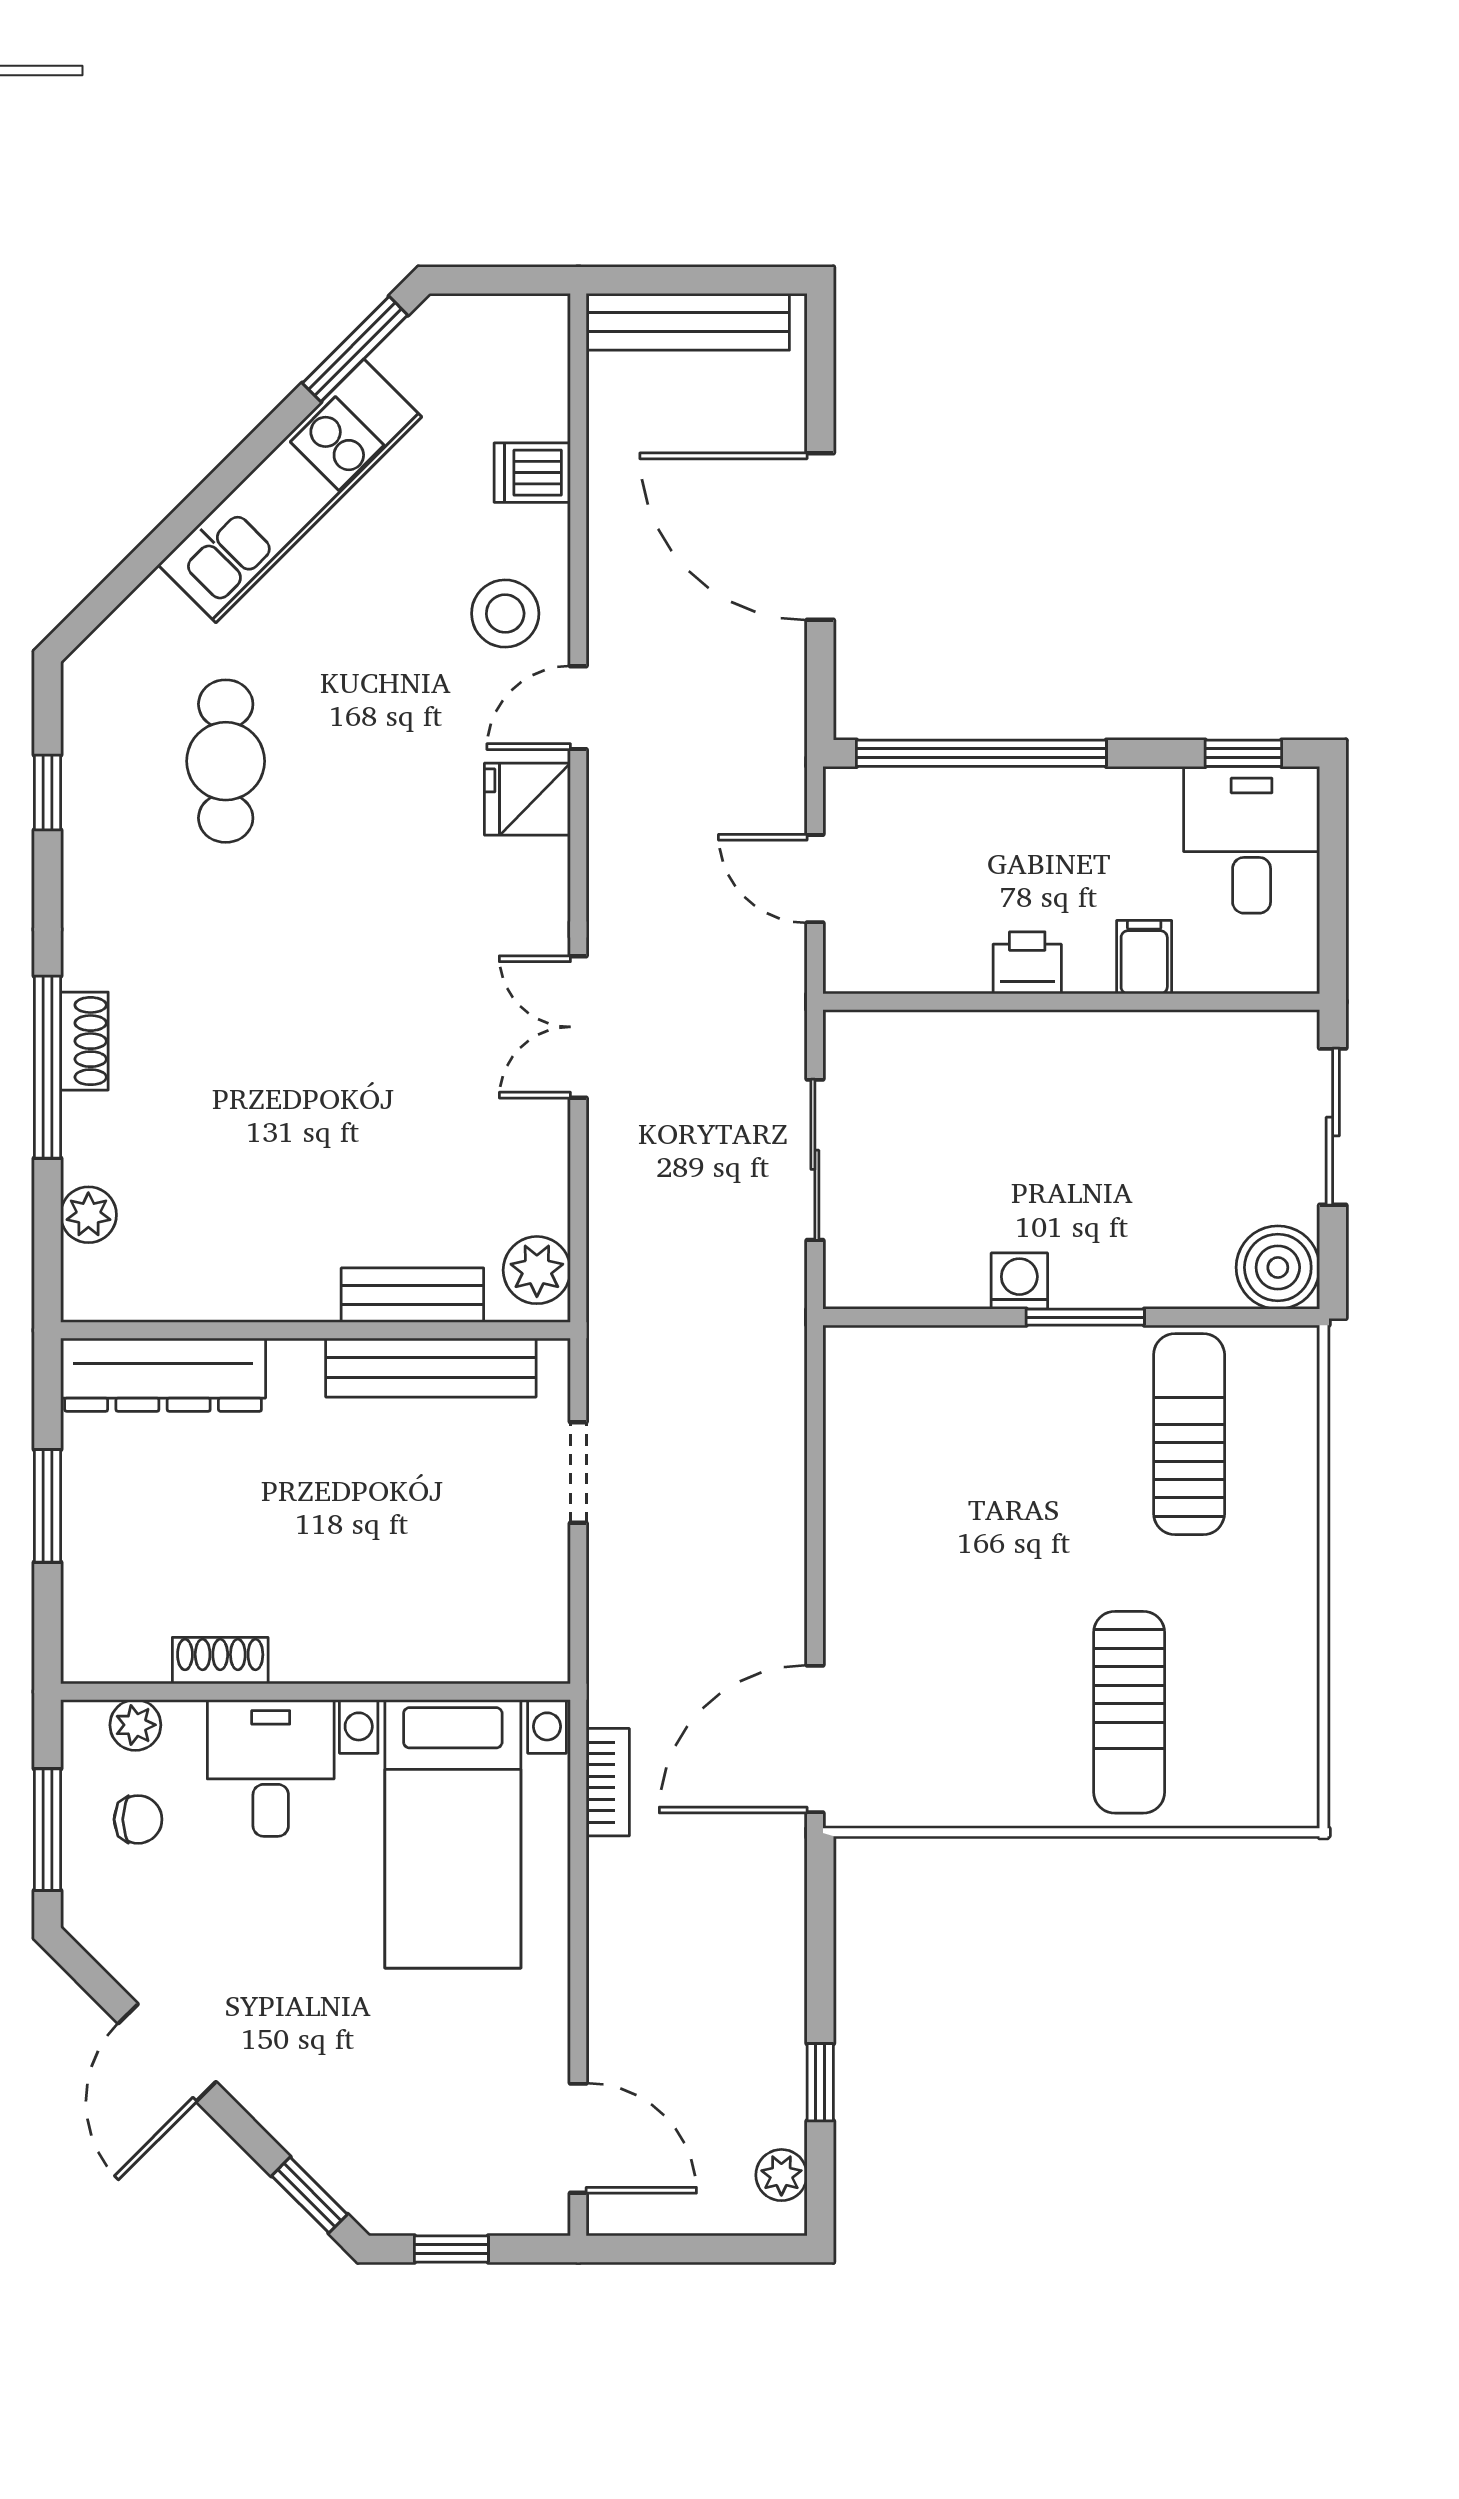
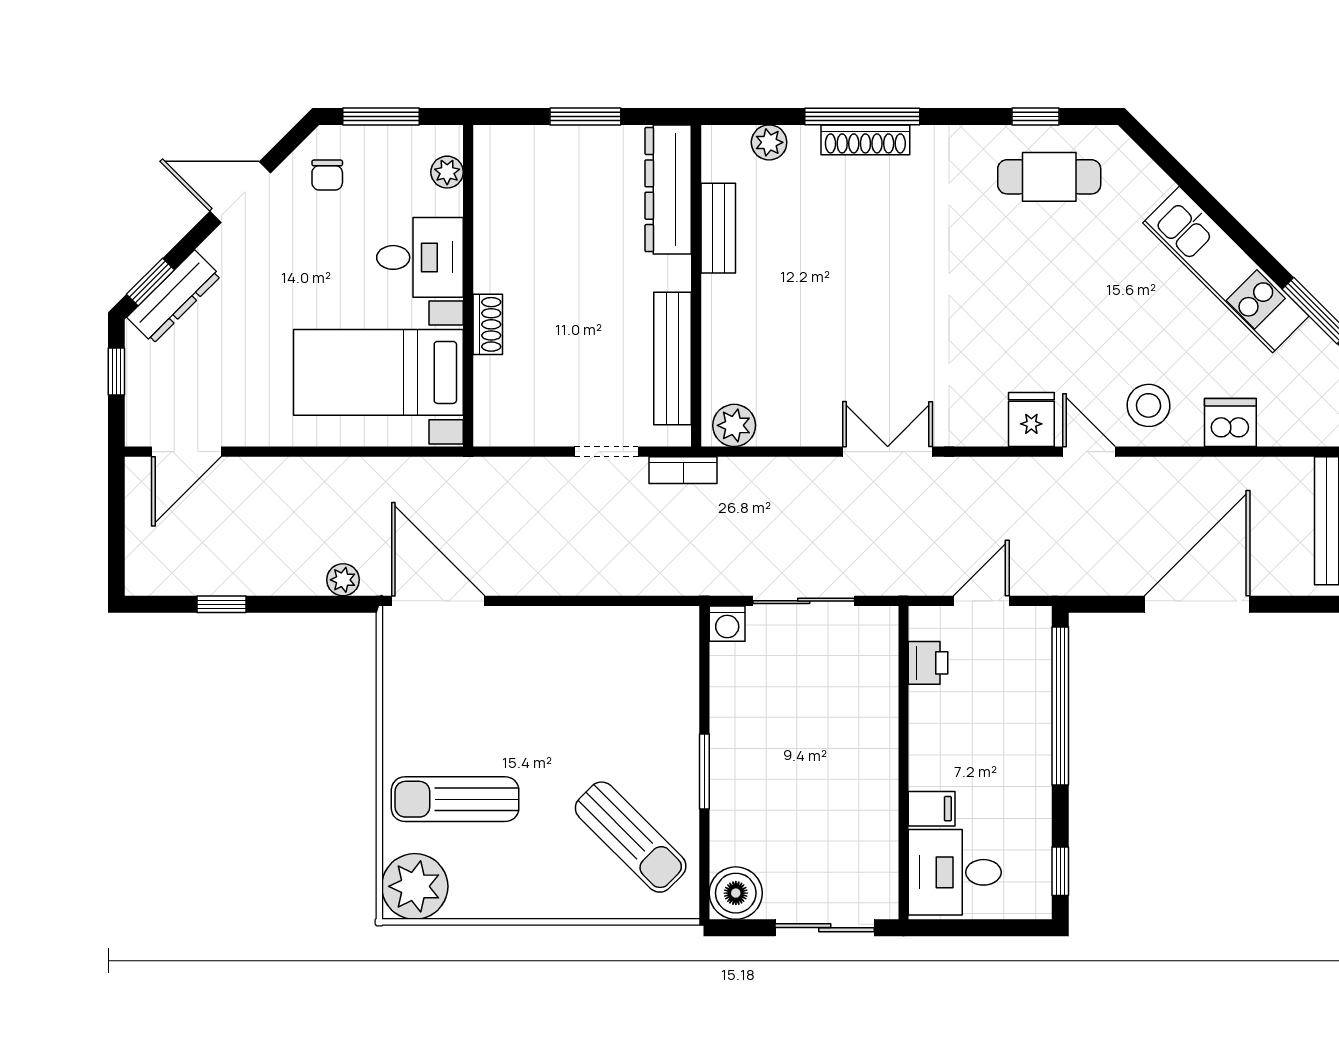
dishwasher: (532, 473) -> (1230, 423), width x1.38
cafe table: (226, 761) -> (1049, 177), moved
desk: (1252, 840) -> (955, 872), moved, turned 180
printer: (1027, 963) -> (928, 663), moved
shoe rack: (84, 1041) -> (865, 140), width x1.43
washing machine: (1019, 1281) -> (727, 624), moved, turned 90
bench: (412, 1295) -> (718, 228), moved
sun lounger: (1189, 1434) -> (631, 837), turned 45
shoe rack: (220, 1661) -> (488, 324), moved
plant: (1267, 1776) -> (415, 886), added
bookcase: (608, 1782) -> (683, 470), moved
chair: (138, 1819) -> (327, 175), moved
dresser: (333, 2158) -> (174, 297), added
plant: (781, 2175) -> (343, 580), moved

